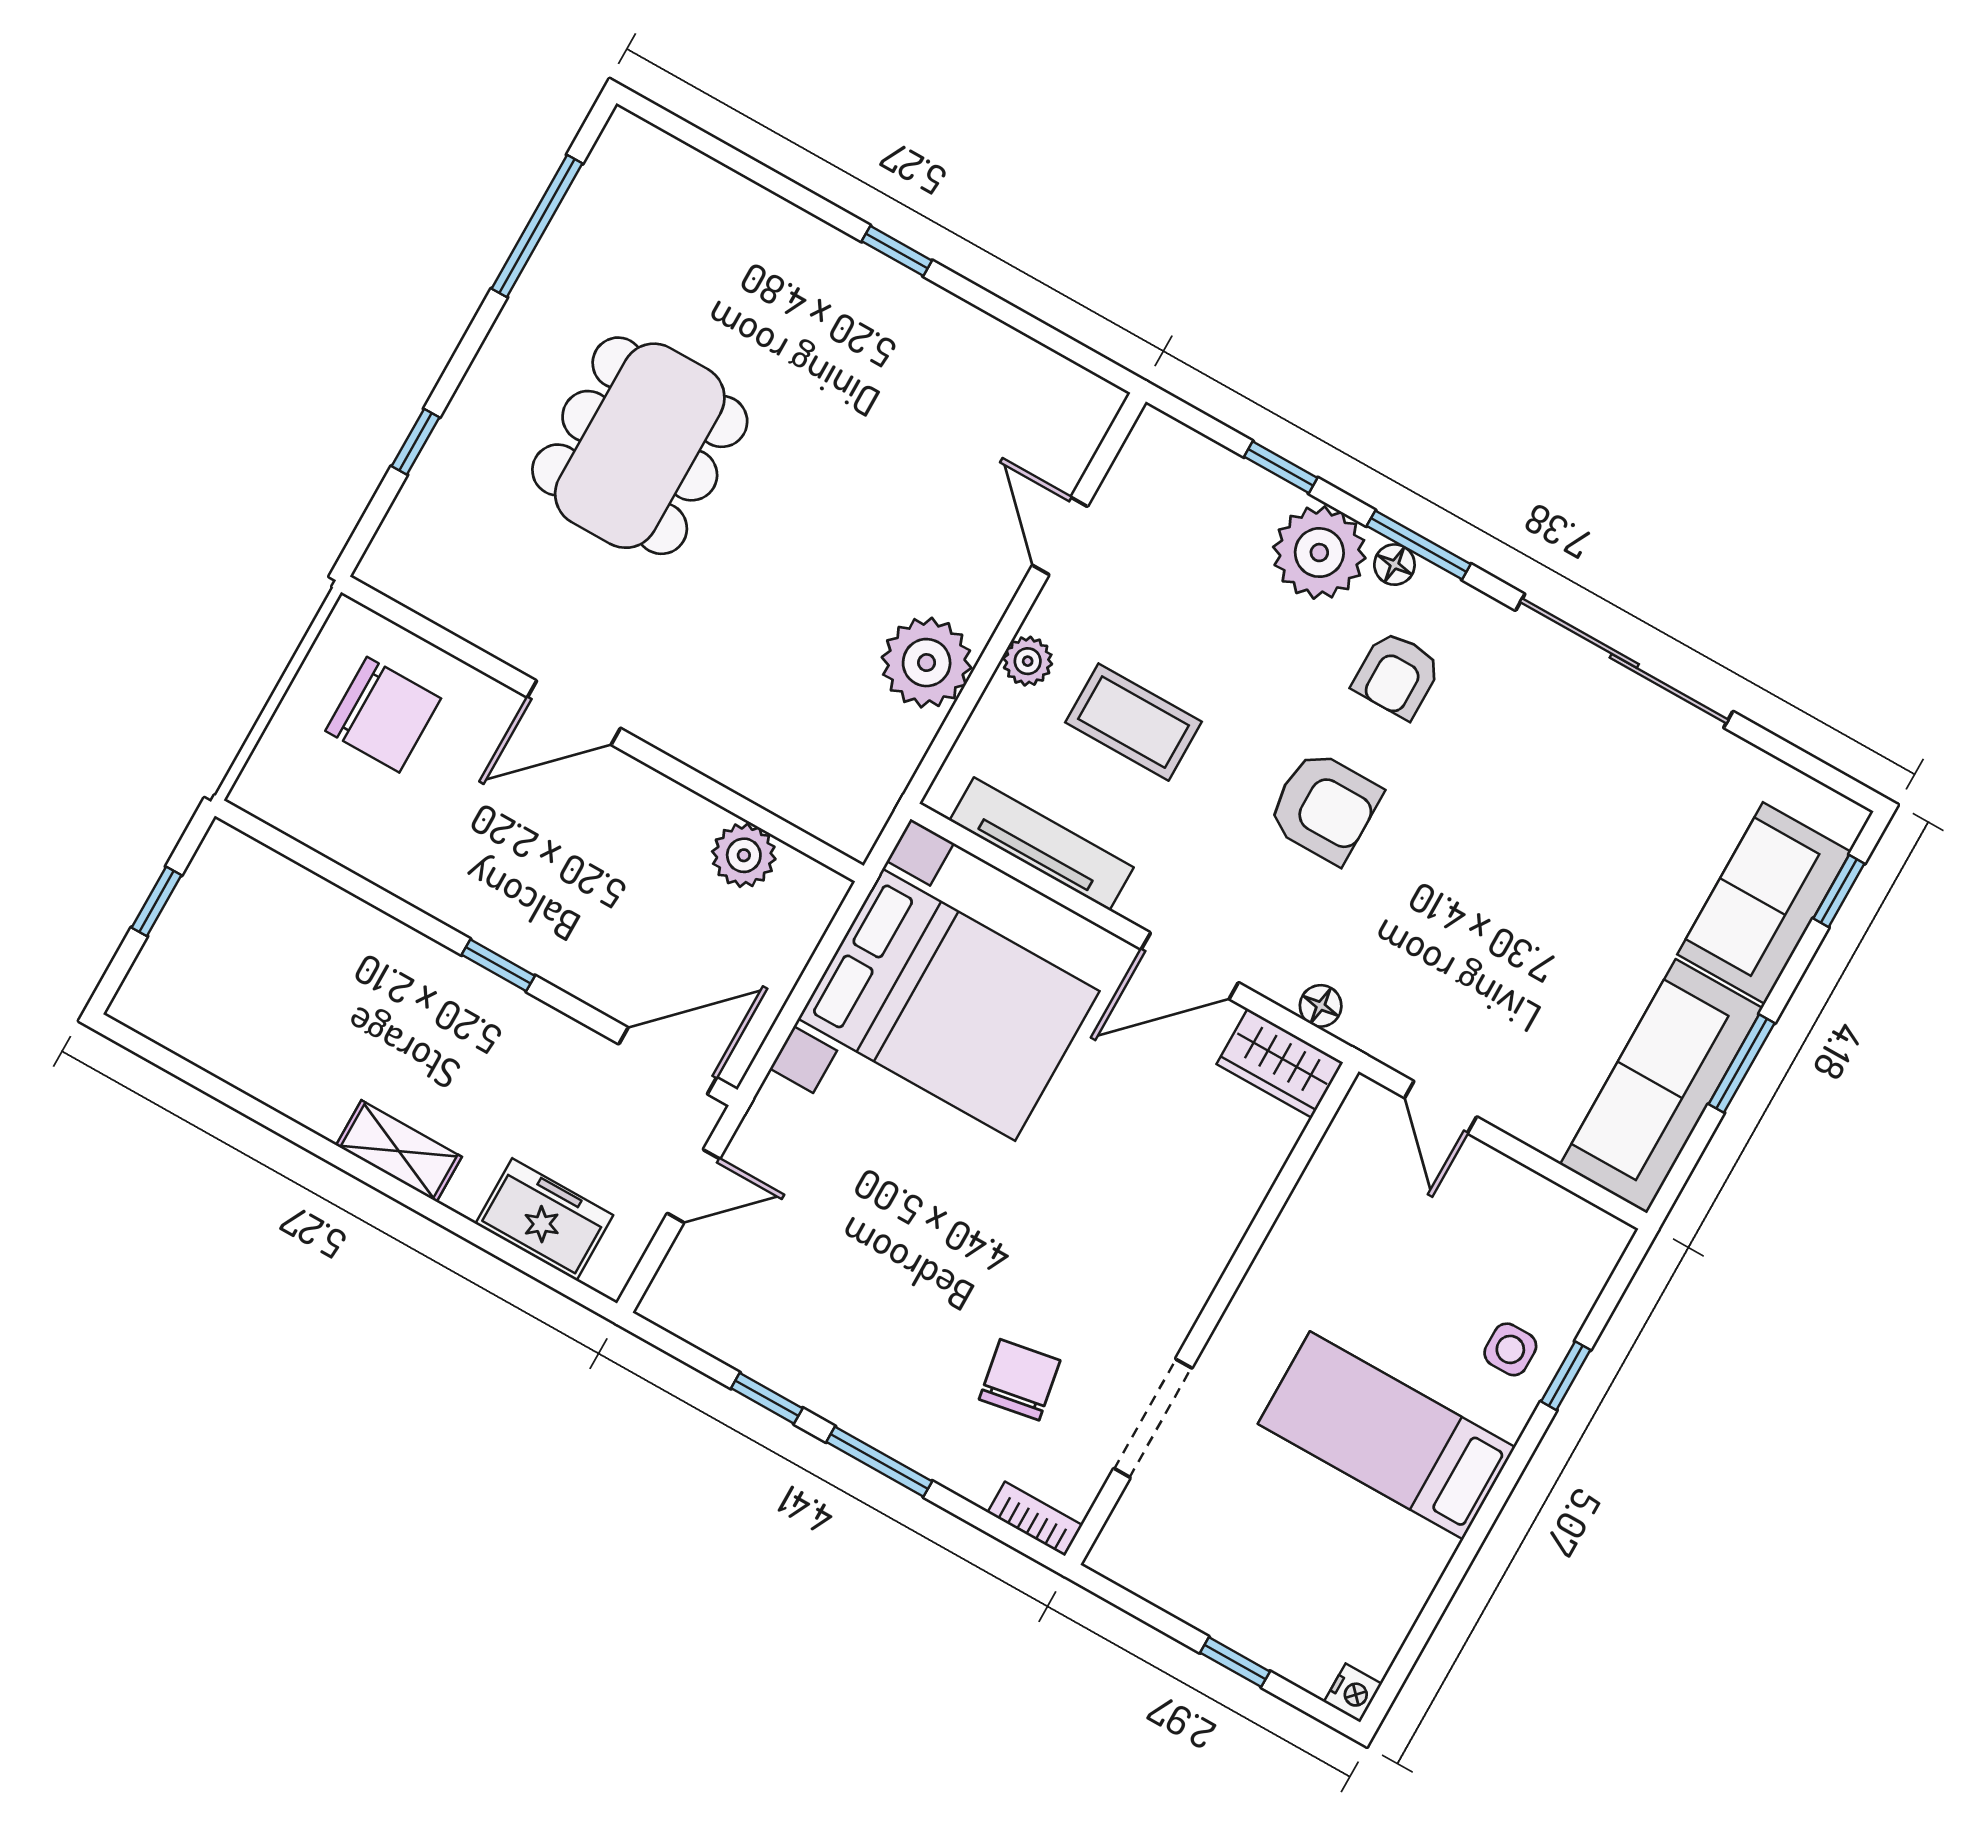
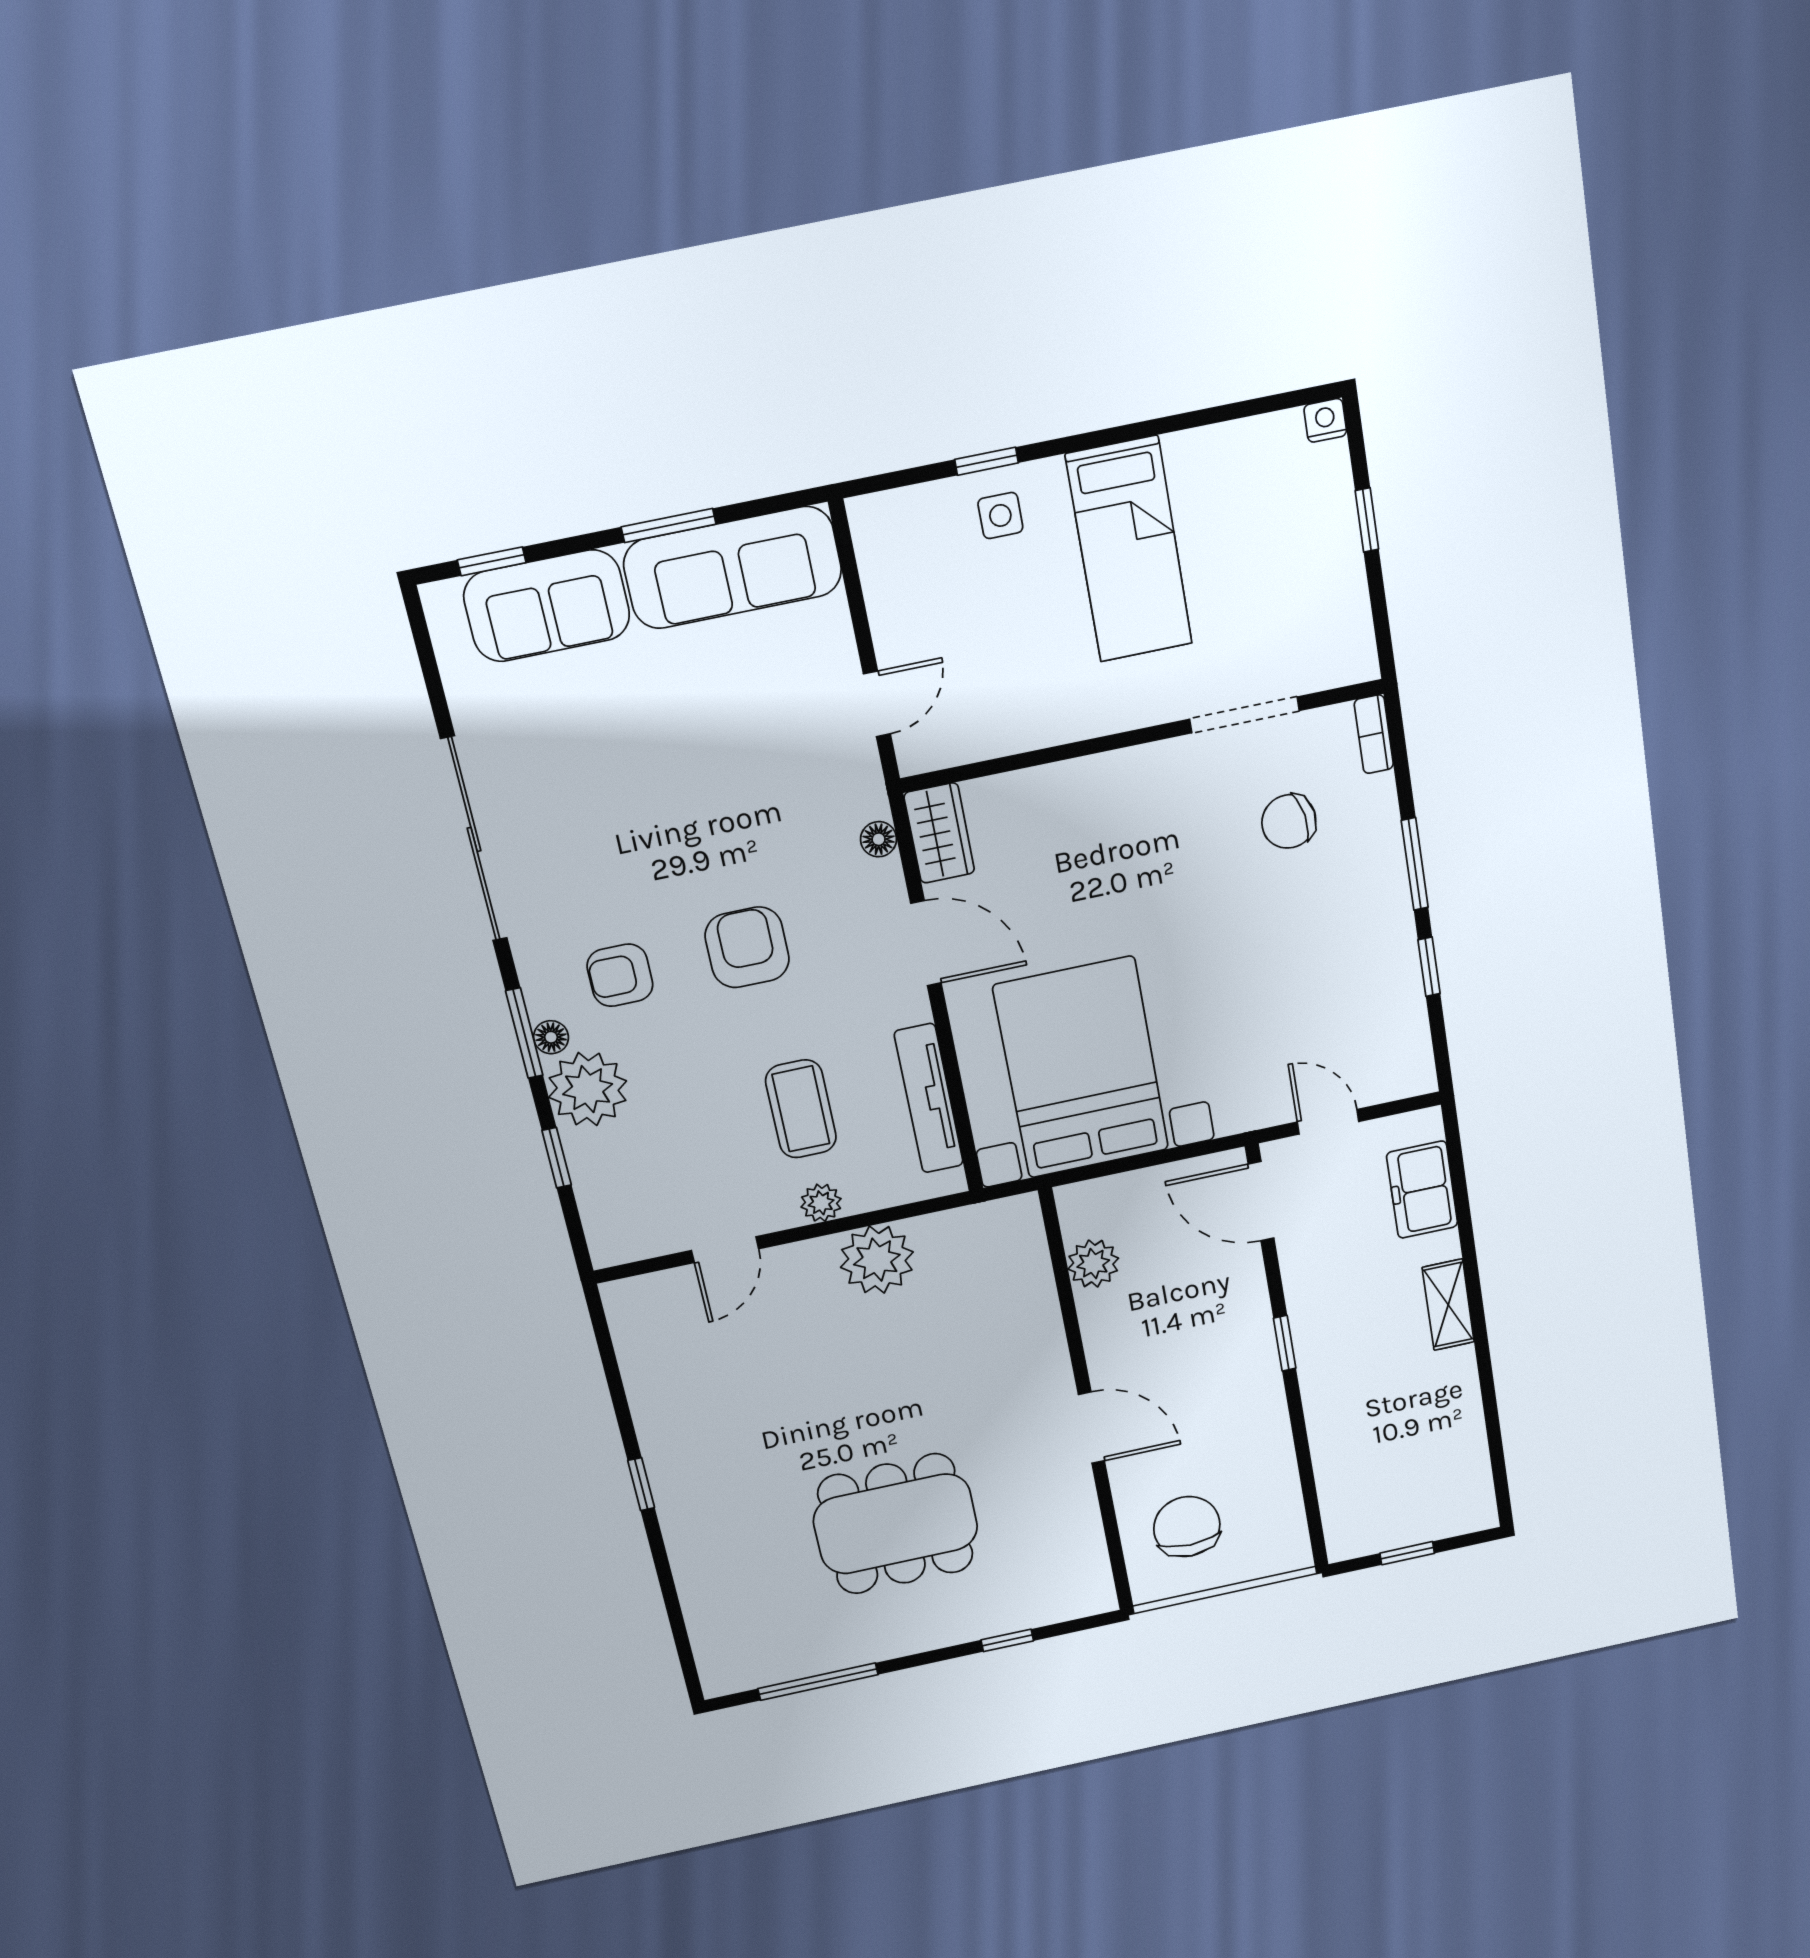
armchair: (1397, 675) -> (620, 975), turned 180

